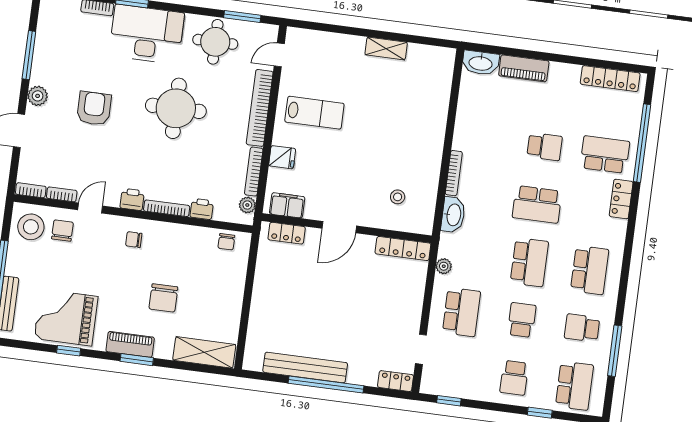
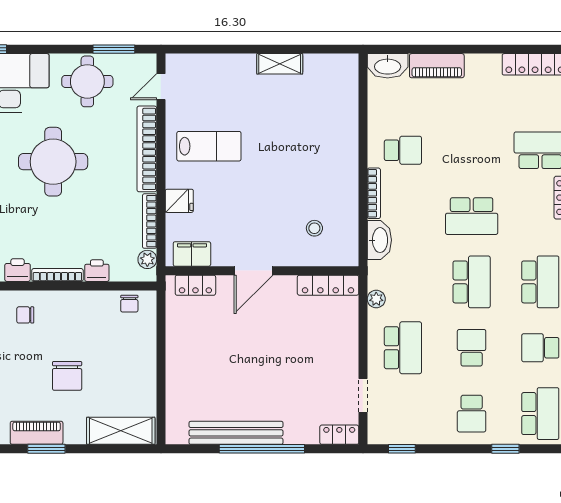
school desk: (545, 147) -> (403, 150), moved

